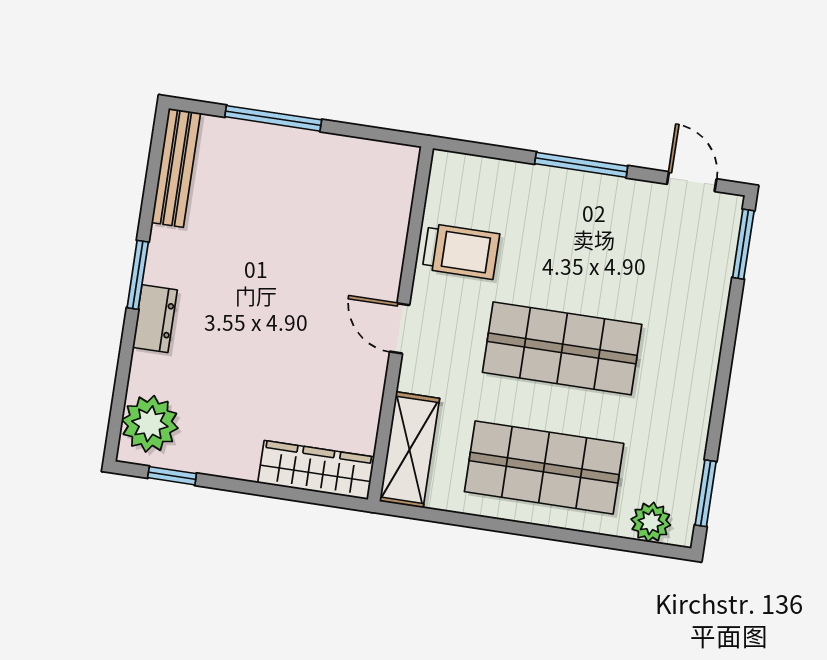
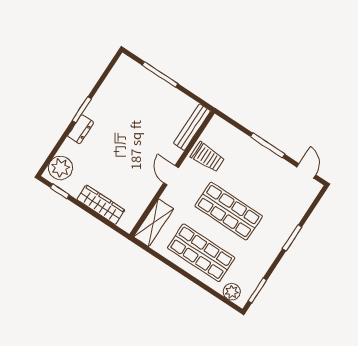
bench: (176, 168) -> (192, 127), moved
window: (743, 244) -> (292, 238), moved
wardrobe: (316, 470) -> (101, 205), moved

